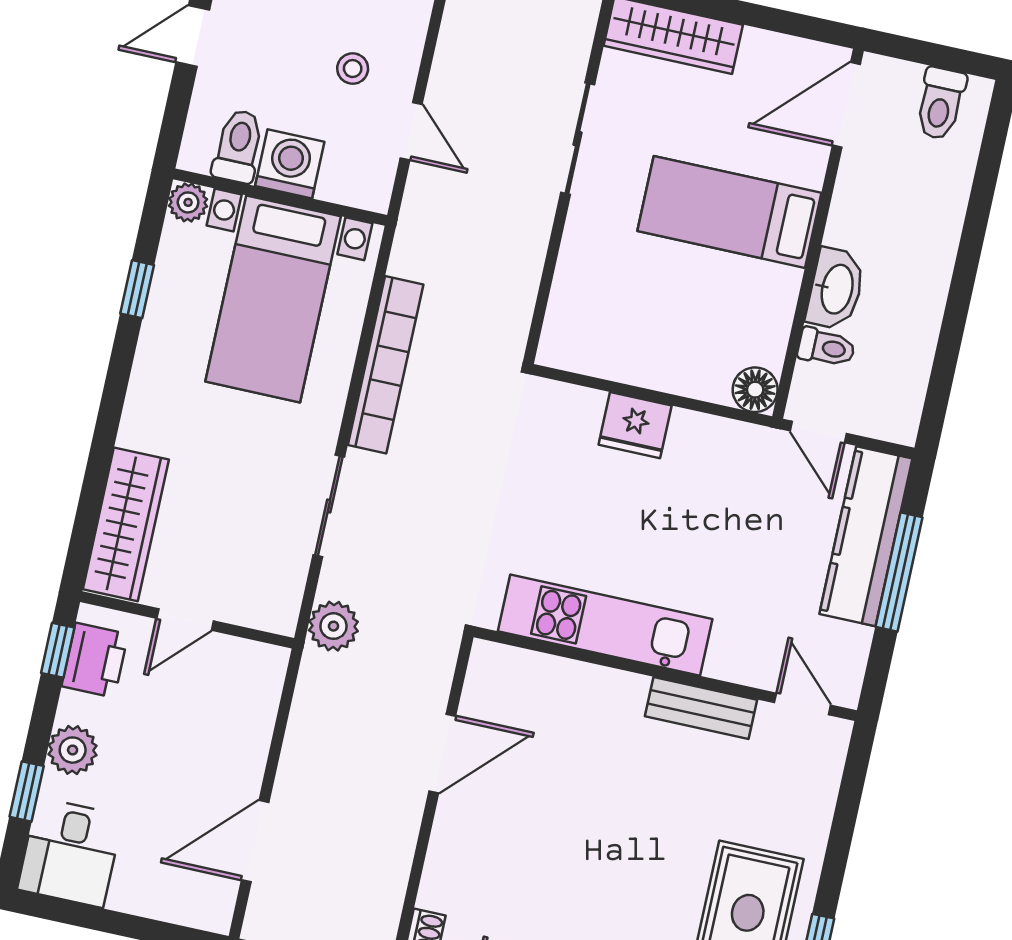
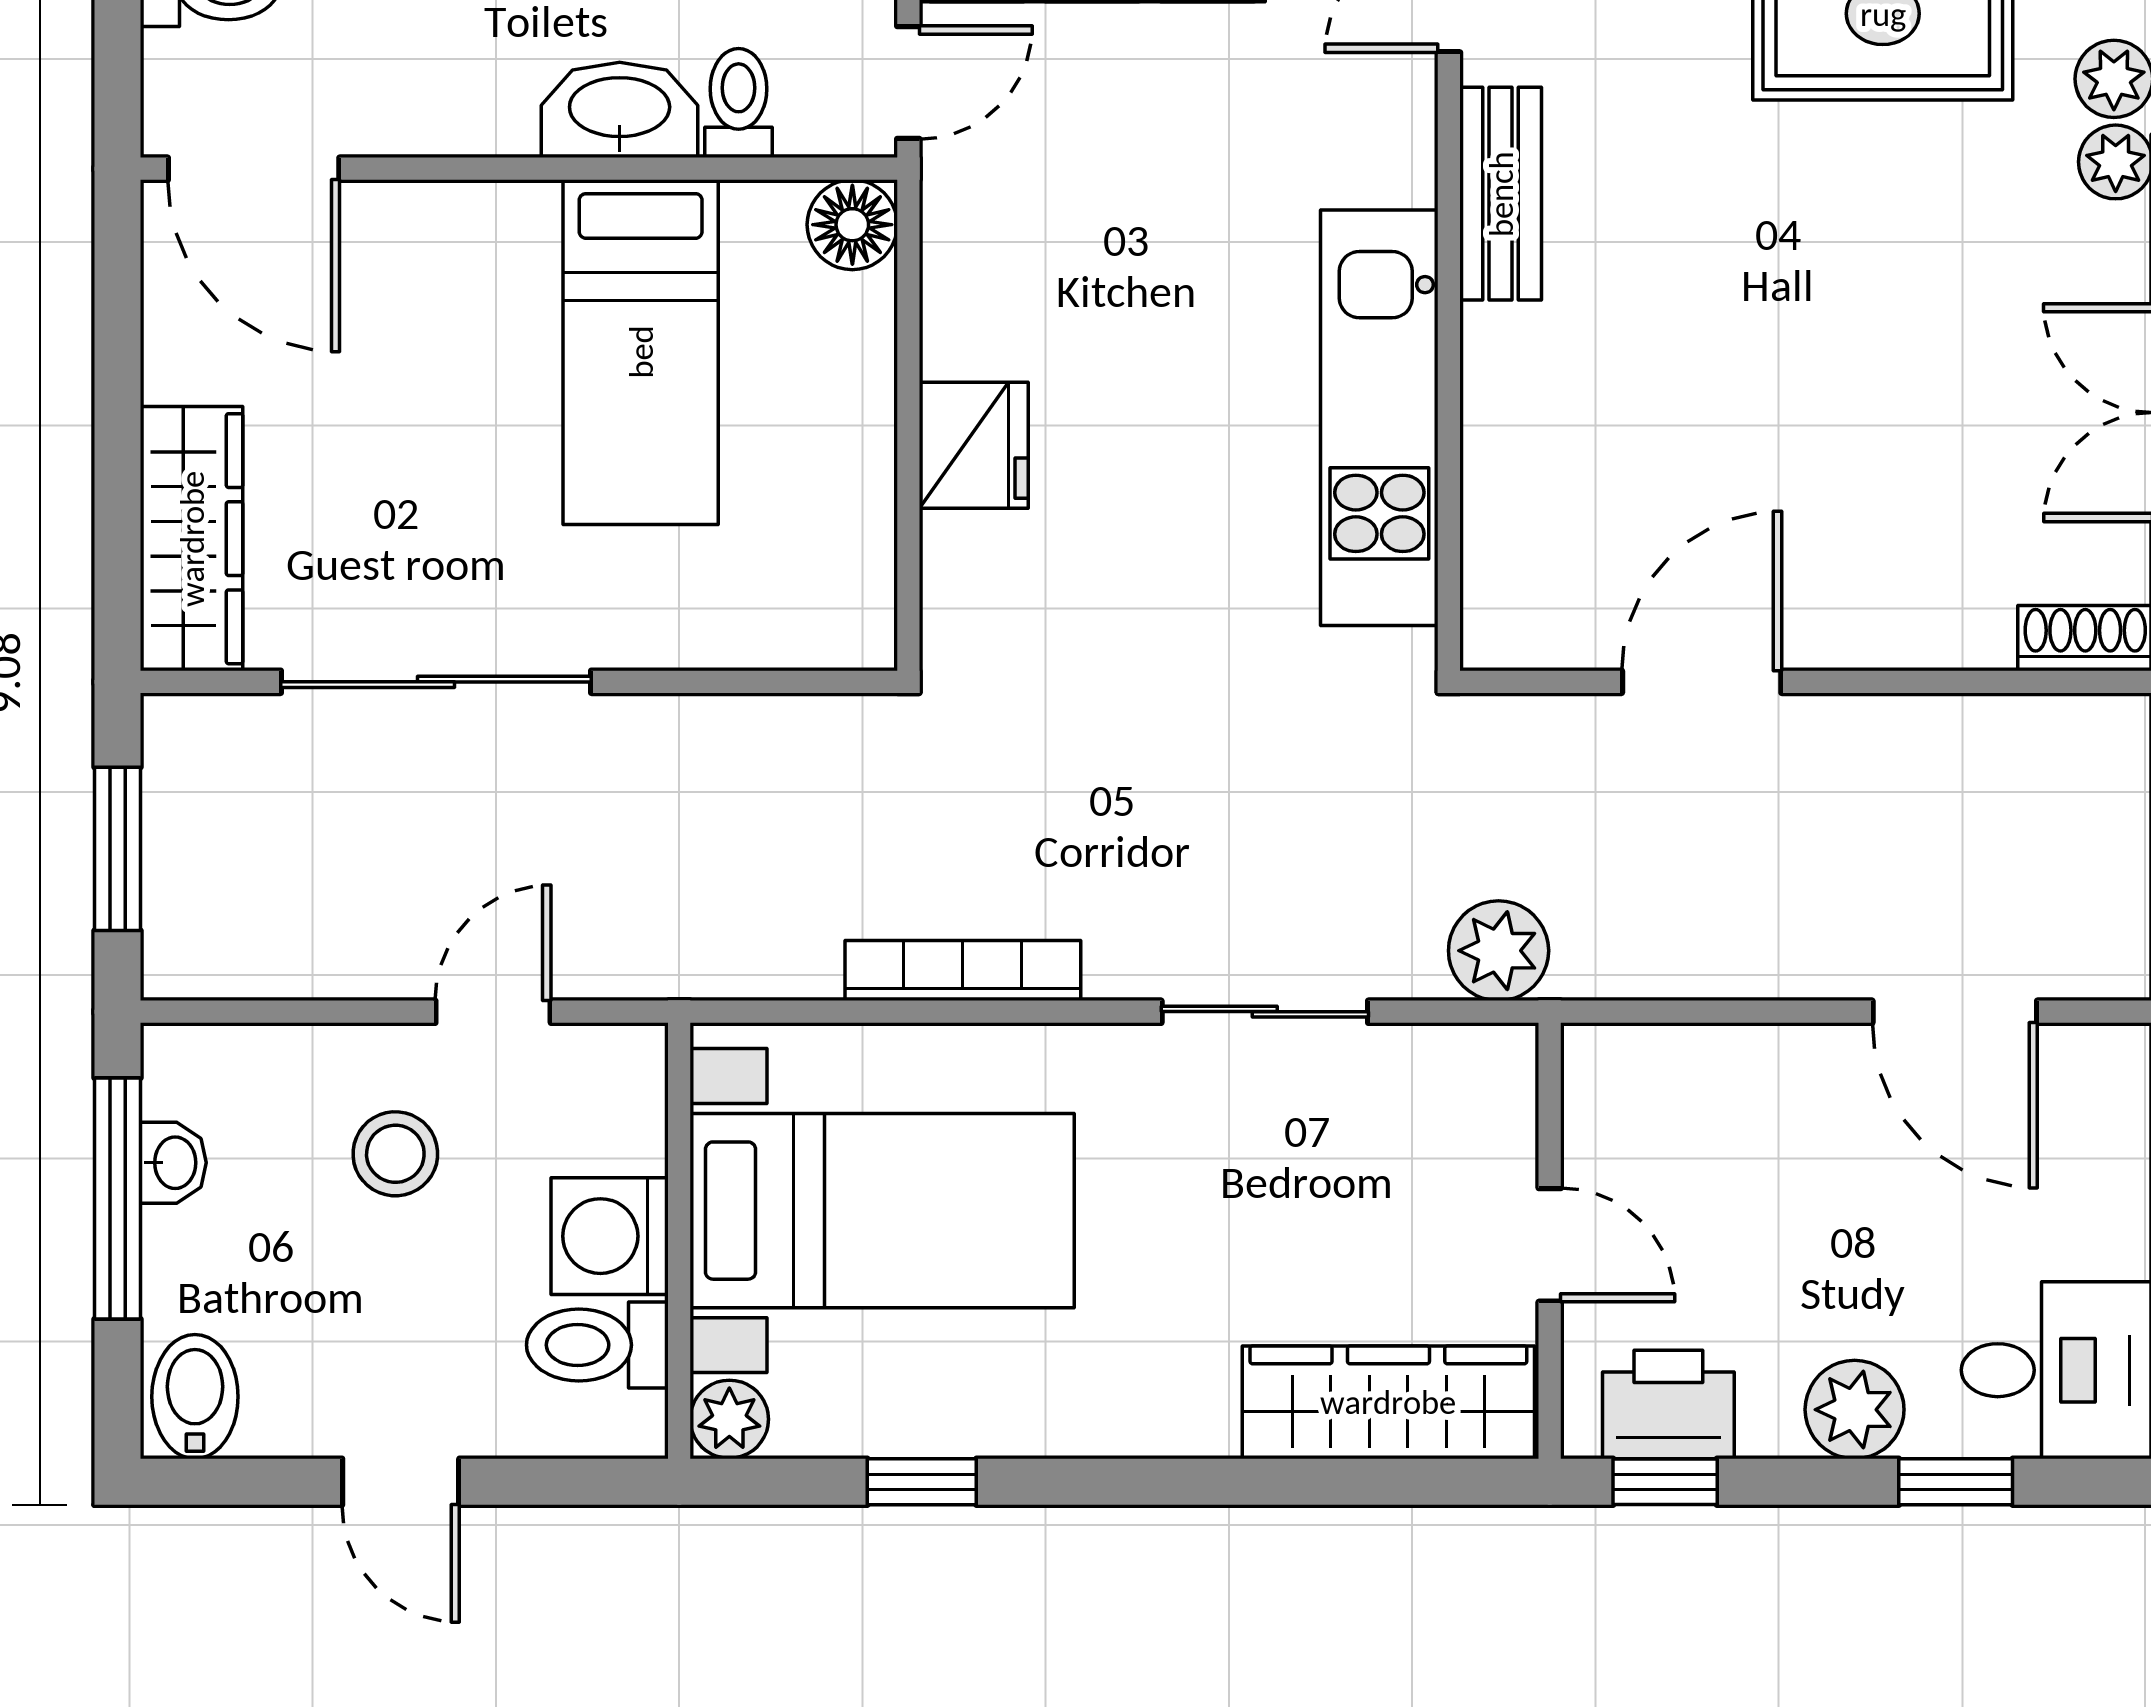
stool: (353, 69) -> (395, 1154), width x1.37, depth x1.37
sliding door: (578, 139) -> (436, 682), width x1.37
bed: (729, 212) -> (641, 352), moved
bookcase: (386, 365) -> (963, 971), width x0.68, depth x0.76
door: (442, 754) -> (1702, 682), hinge flipped

